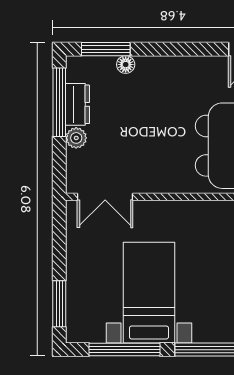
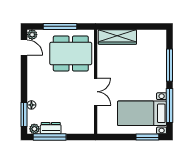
plant: (76, 138) -> (34, 129), moved
double door: (105, 197) -> (96, 92), moved
bed with nightstands: (149, 293) -> (142, 113), moved

